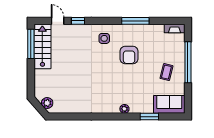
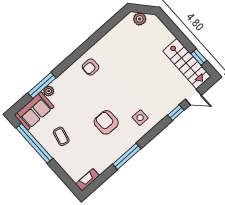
window: (31, 44) -> (199, 57), width x0.46
window: (188, 62) -> (34, 143), moved
armchair: (107, 100) -> (91, 67), added
plant: (124, 109) -> (49, 91), moved
window: (149, 117) -> (42, 85), width x1.44

